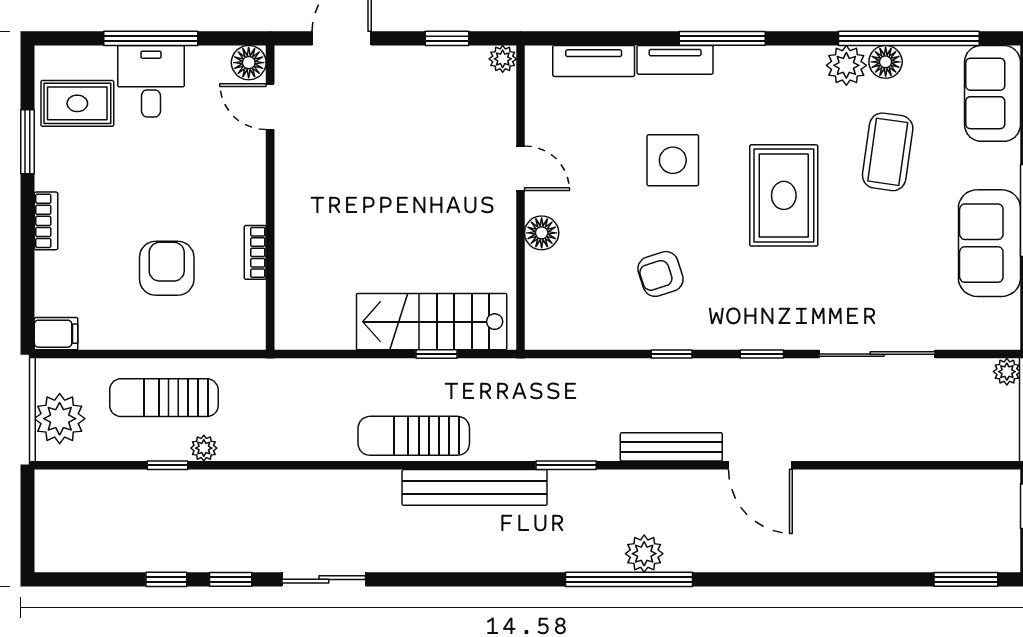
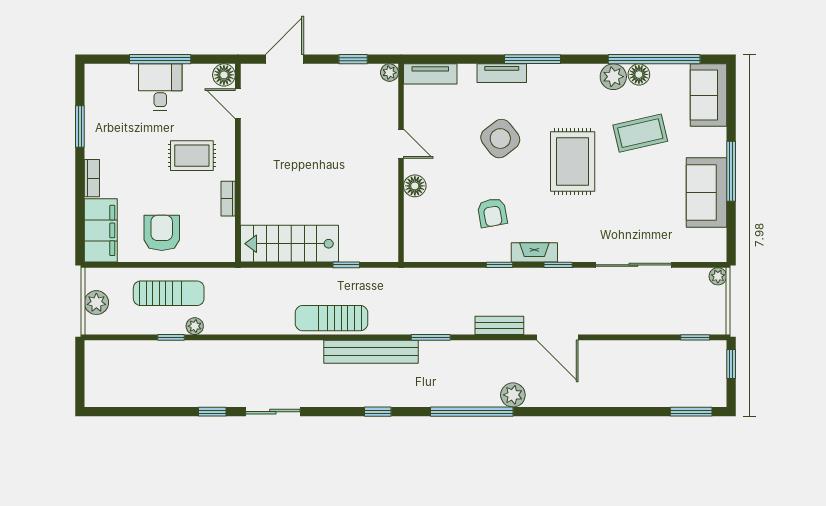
tv unit: (594, 61) -> (430, 74), moved
rug: (77, 103) -> (192, 156), moved
coffee table: (888, 152) -> (640, 133), turned 69
side table: (673, 160) -> (500, 139), turned -38
armchair: (167, 268) -> (162, 233), moved
armchair: (661, 274) -> (492, 213), turned -82
stairs: (432, 322) -> (290, 244), moved
filing cabinet: (56, 334) -> (101, 230), width x3.00, depth x1.17
fireplace: (725, 335) -> (534, 252), added
sun lounger: (164, 398) -> (169, 293), turned 180
plant: (60, 419) -> (96, 303), width x0.73, depth x0.73
bench: (671, 447) -> (499, 325), width x0.73
window: (972, 465) -> (695, 337), added
plant: (644, 554) -> (513, 395), moved
window: (166, 579) -> (378, 412), moved

